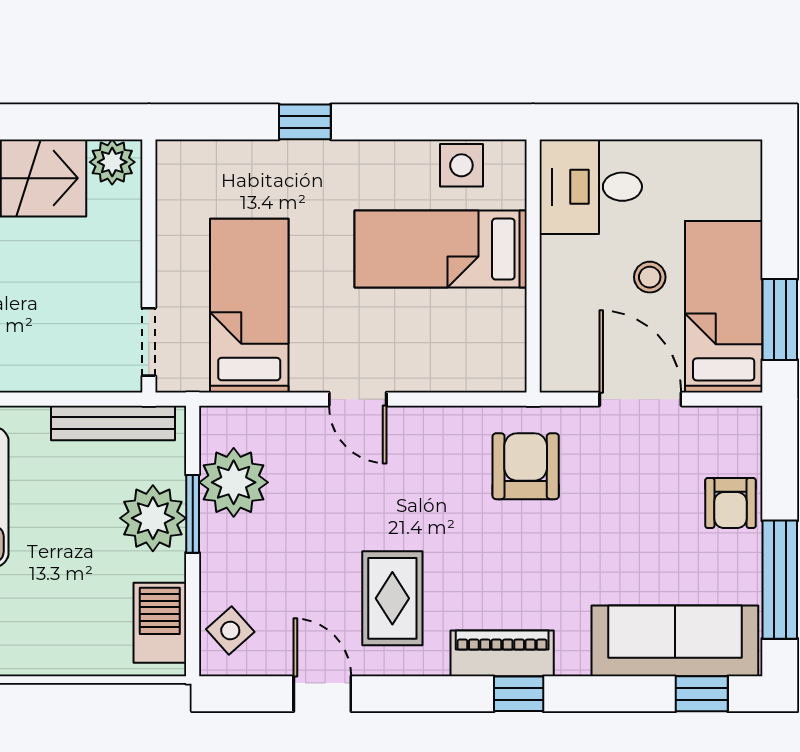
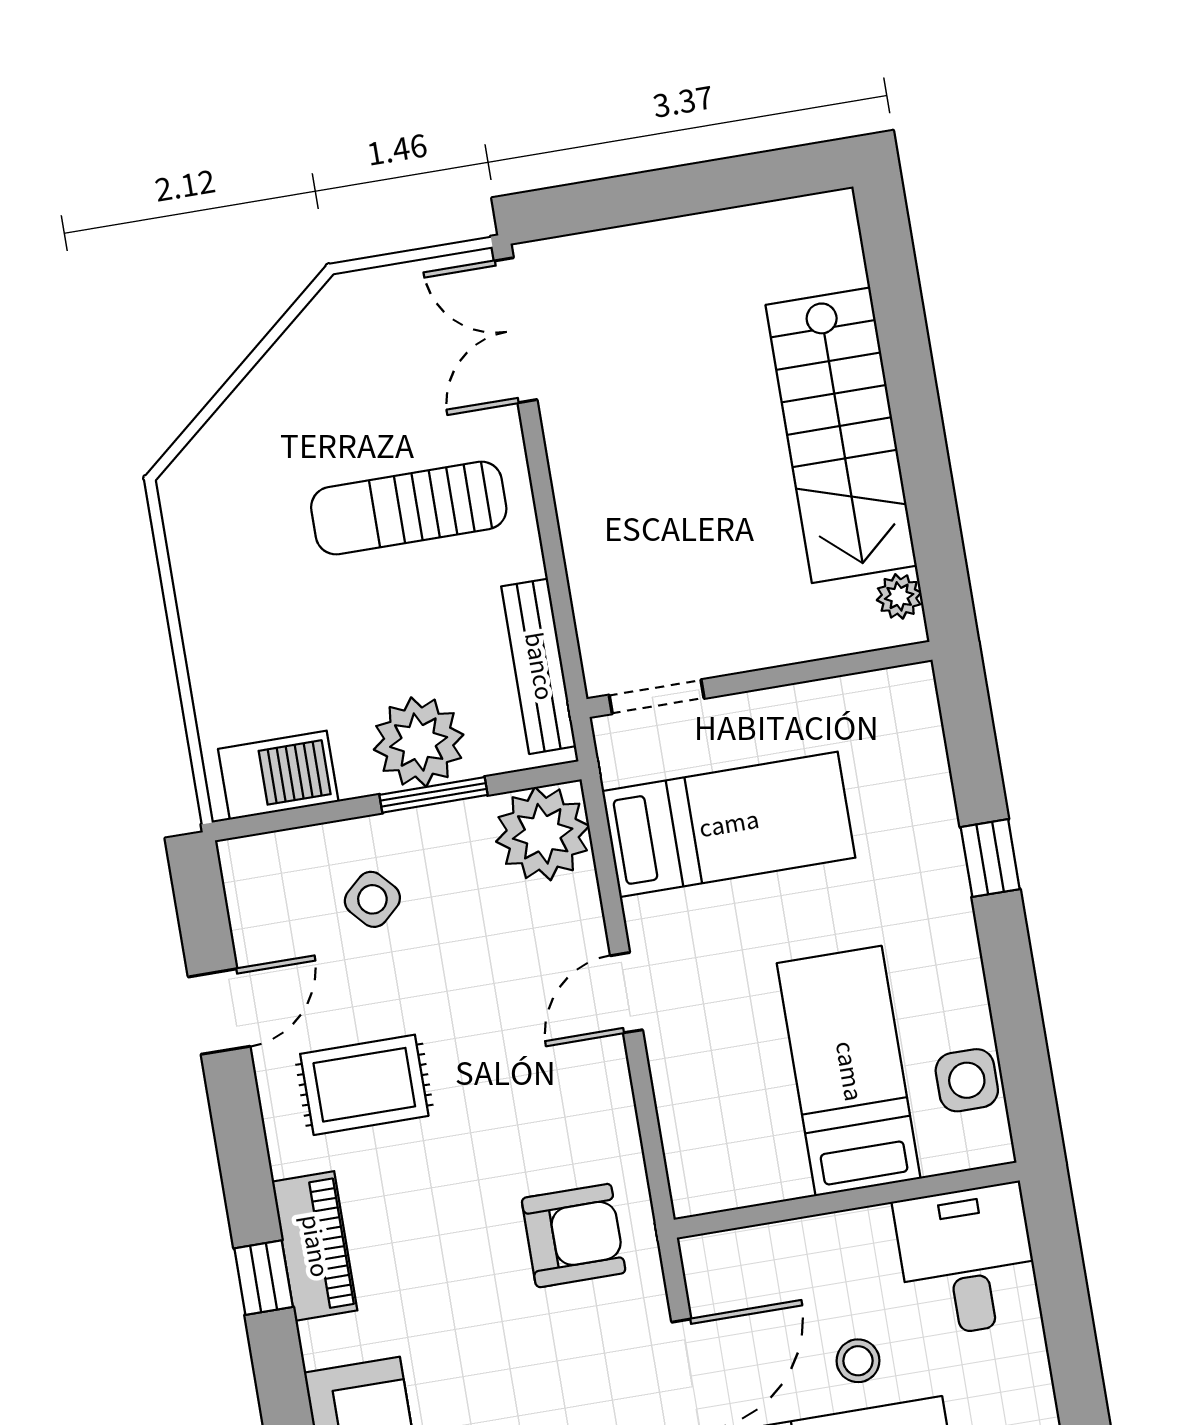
plant: (112, 162) -> (899, 596), width x0.73, depth x0.73
plant: (234, 482) -> (543, 834), moved
side table: (230, 631) -> (372, 899), moved

